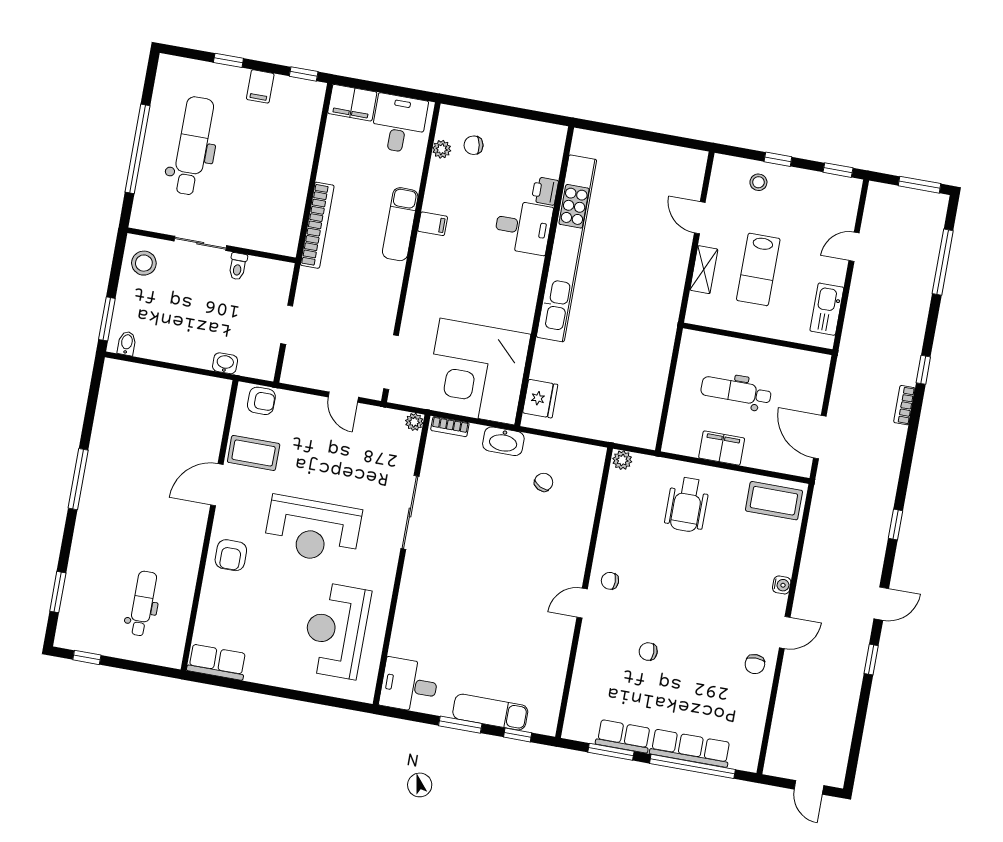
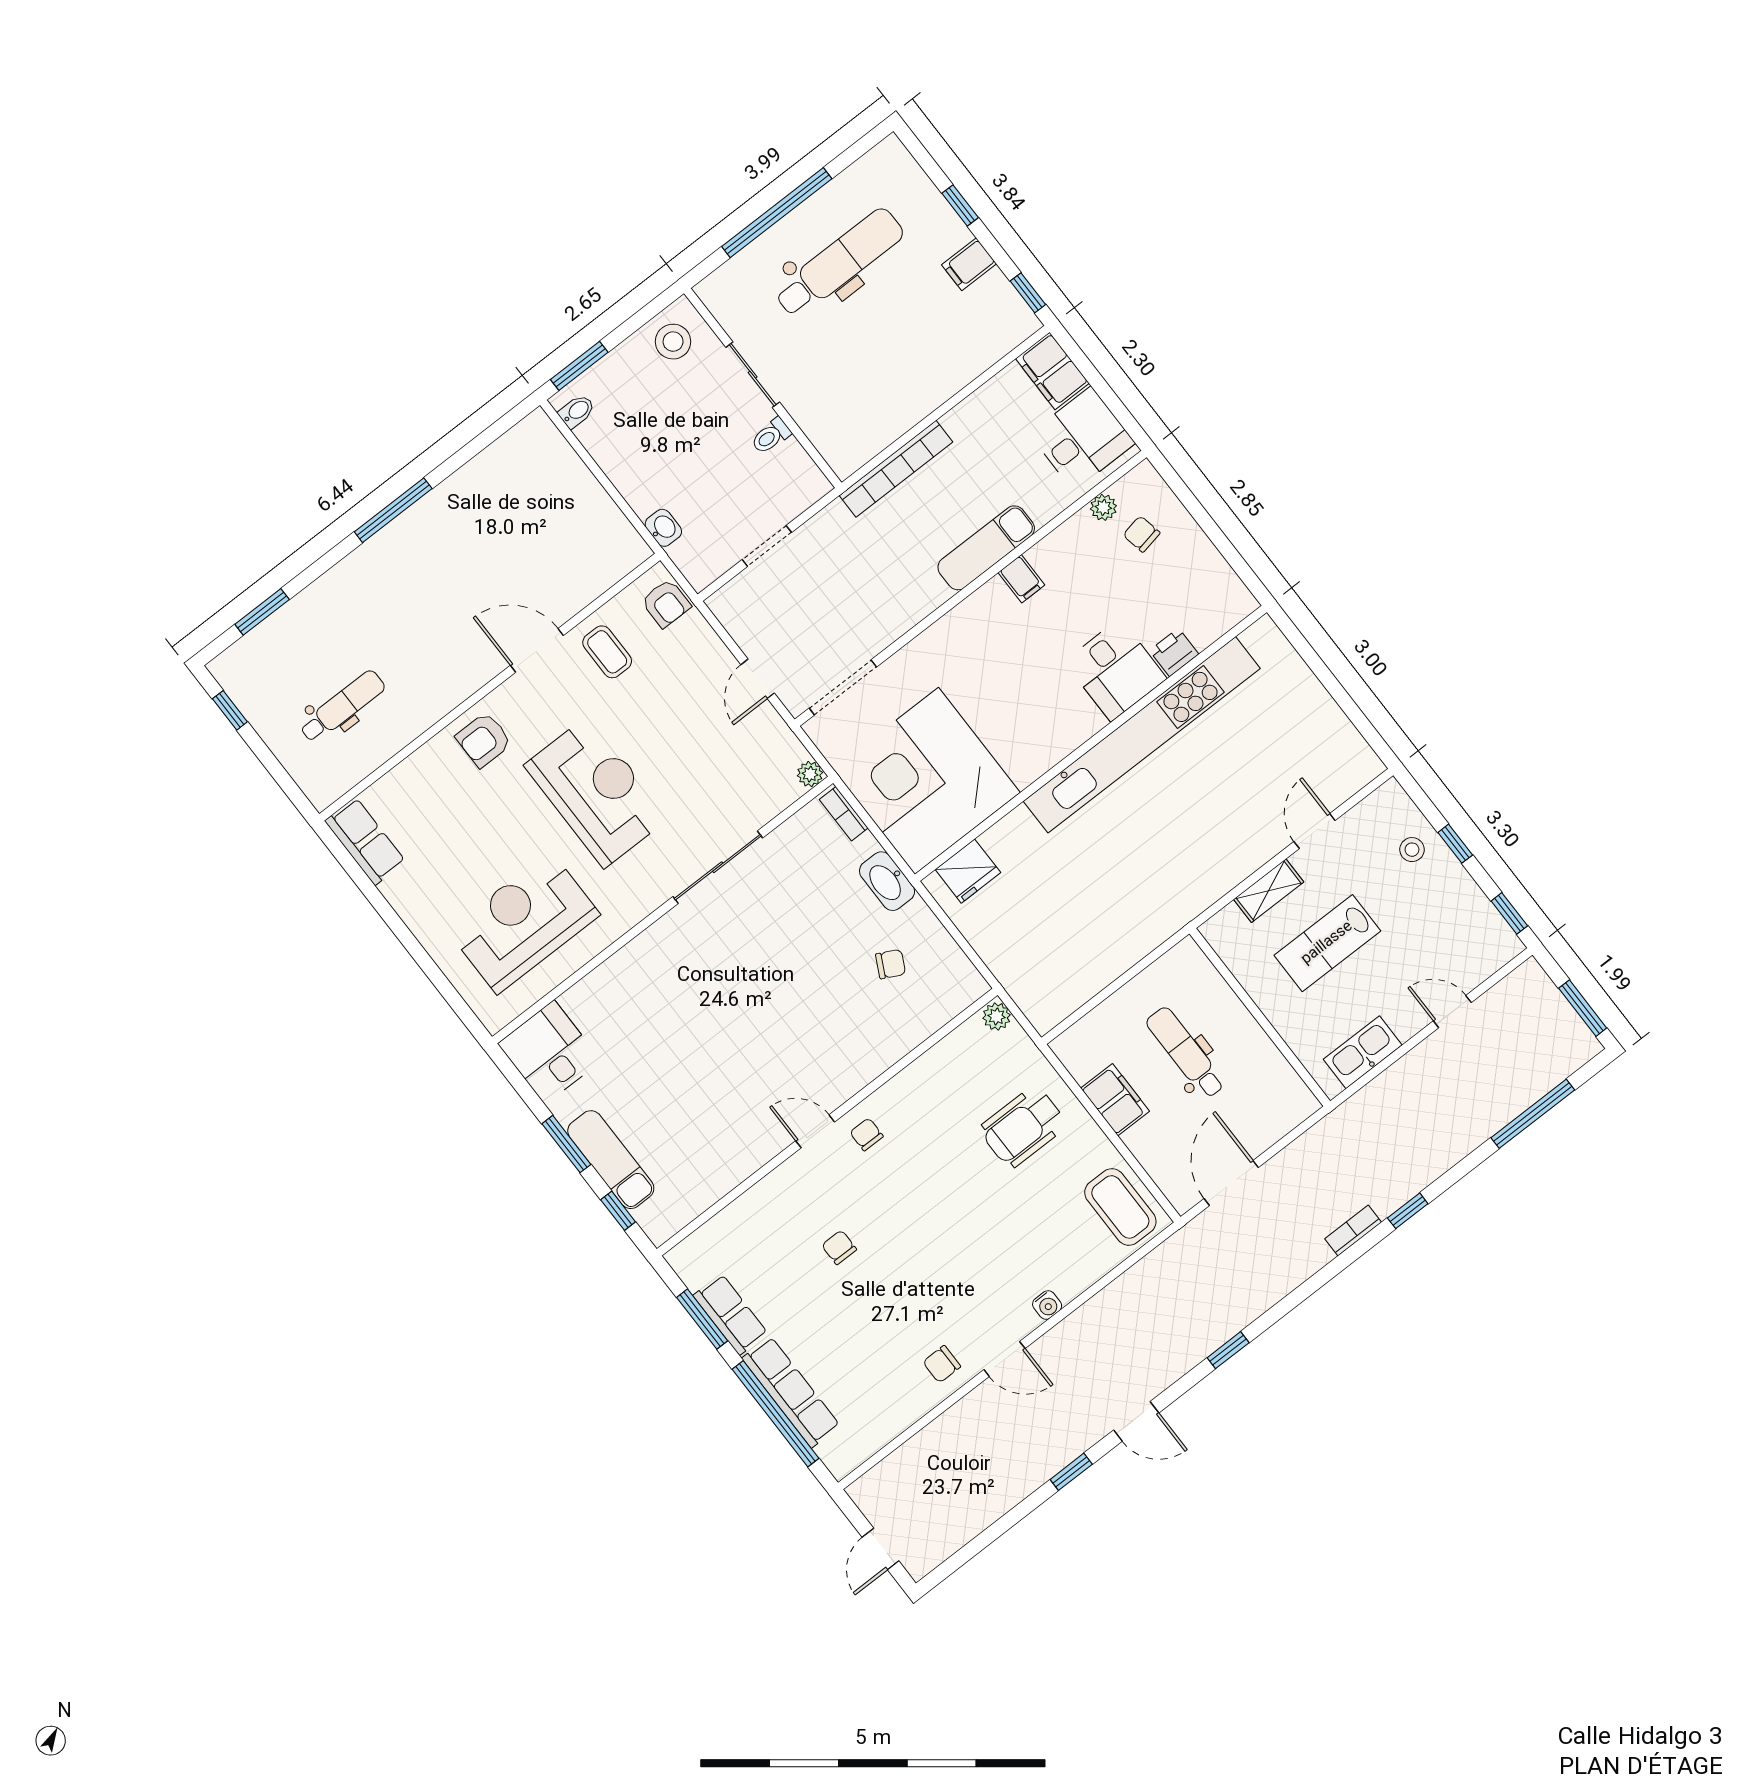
coffee table: (254, 453) -> (607, 652), width x0.73, depth x0.77
reception desk: (313, 530) -> (596, 792), turned 180

